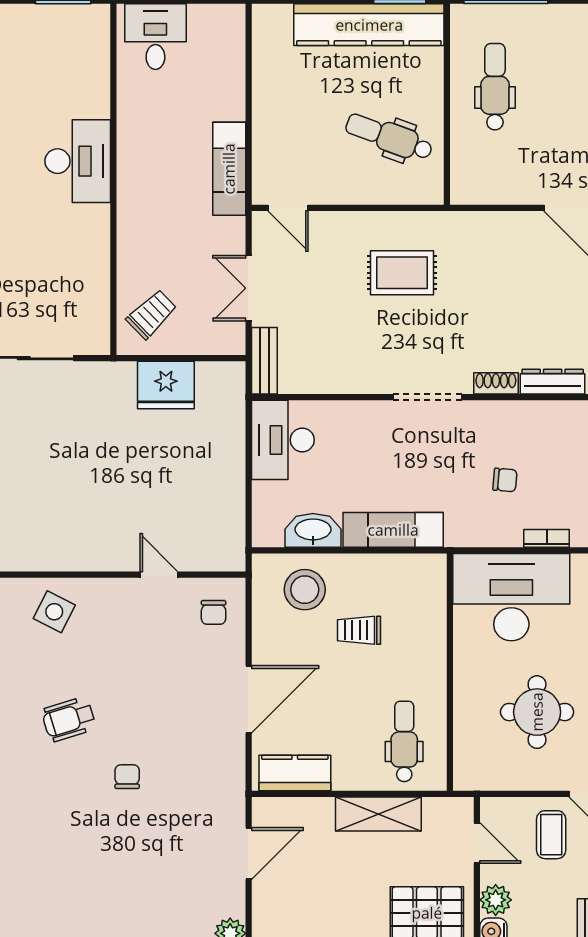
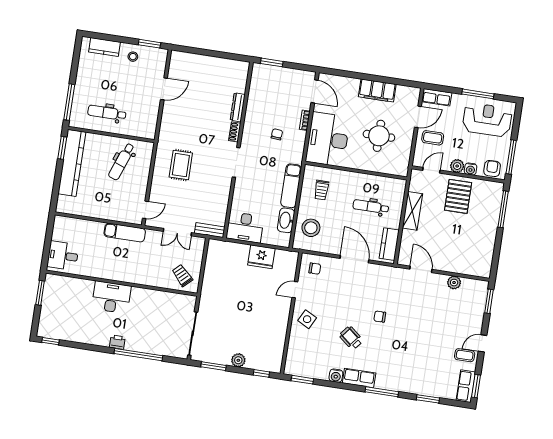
fridge: (166, 385) -> (261, 257), moved, turned 90
side table: (54, 612) -> (307, 319), moved
trolley: (359, 630) -> (321, 190), moved
wheelchair: (69, 719) -> (351, 338), turned 146
dental chair: (404, 741) -> (371, 207), moved

